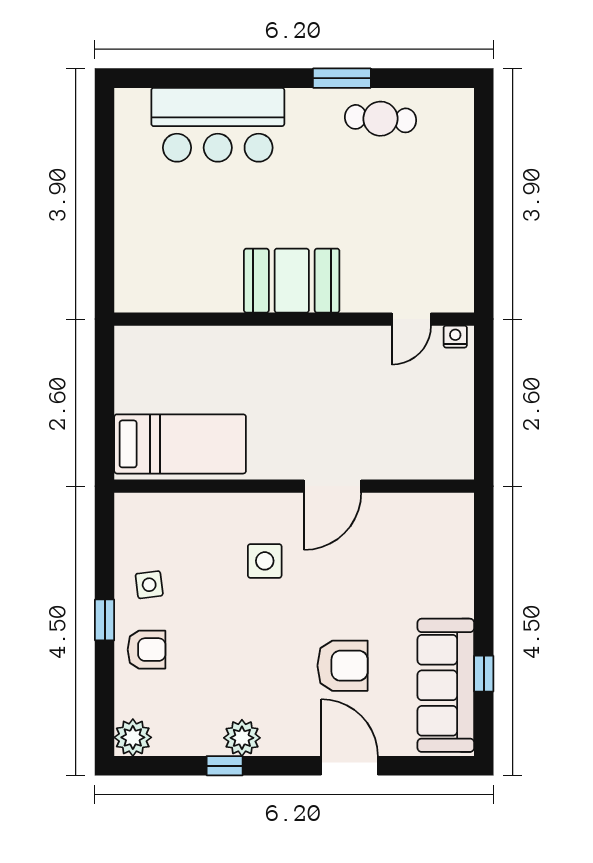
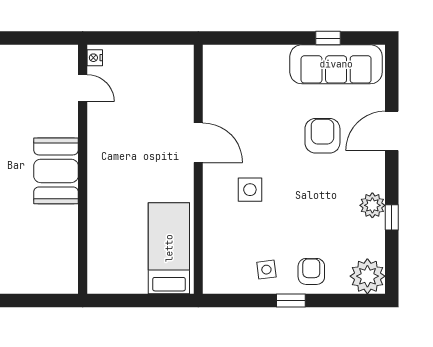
plant: (133, 737) -> (367, 276), width x1.36, depth x1.36

